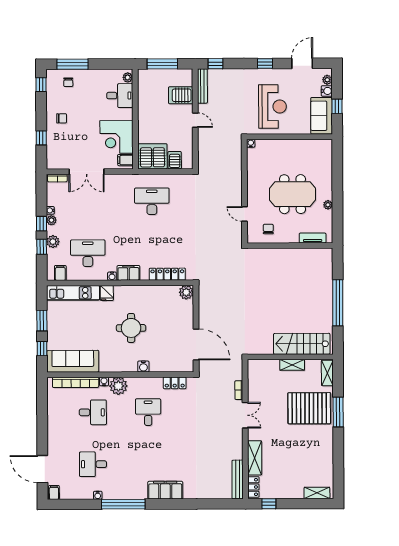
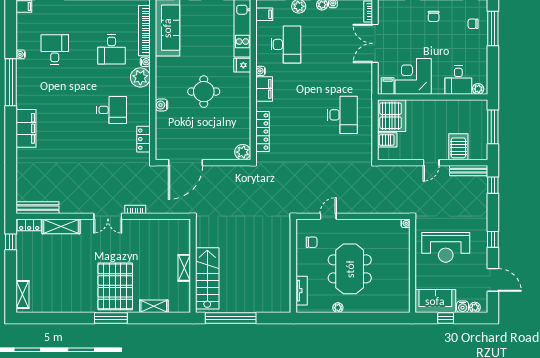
stairs: (302, 344) -> (207, 278), moved
wall: (290, 357) -> (193, 266), moved
shelving: (292, 365) -> (184, 268), moved

